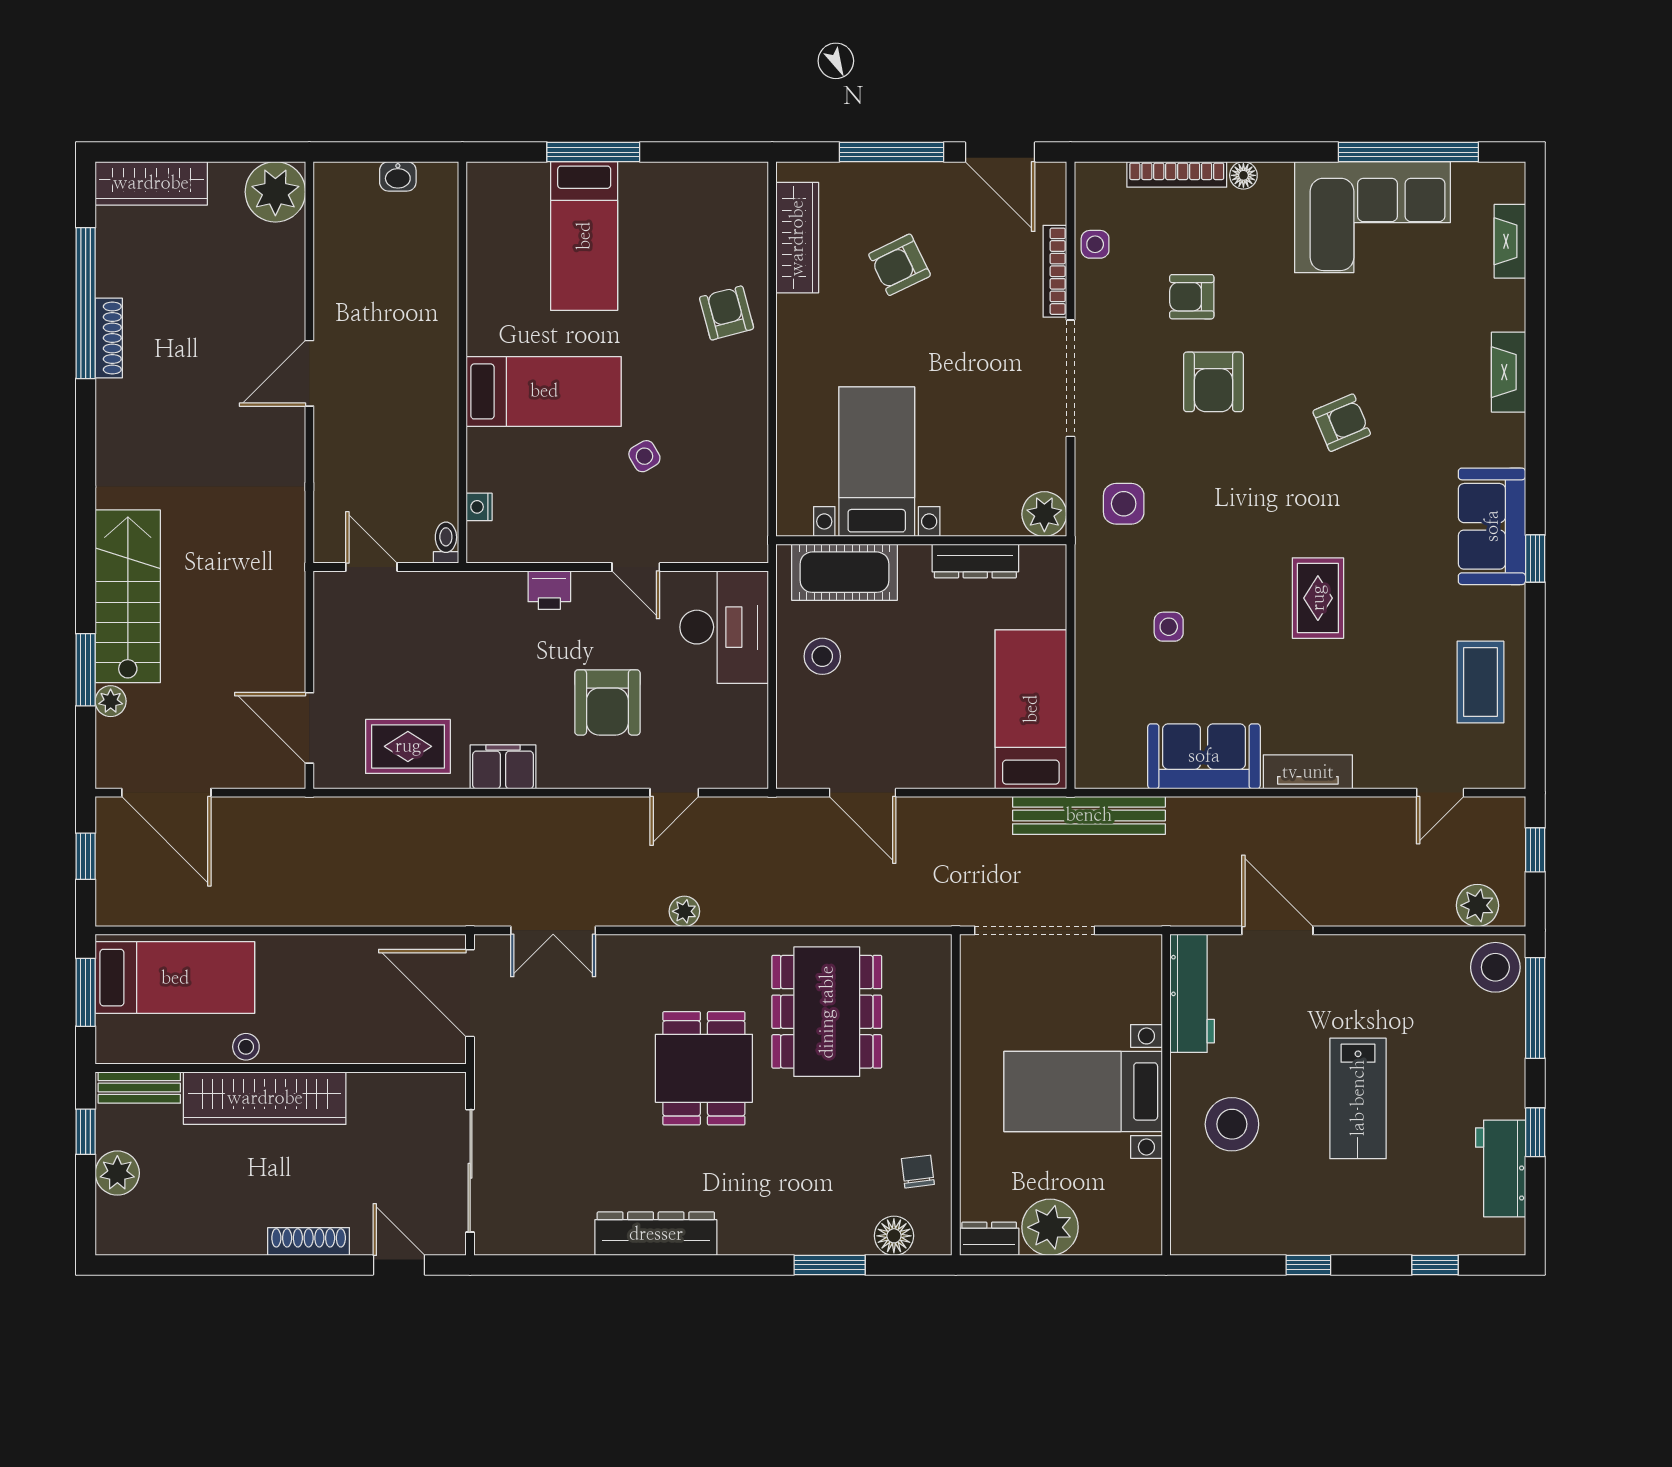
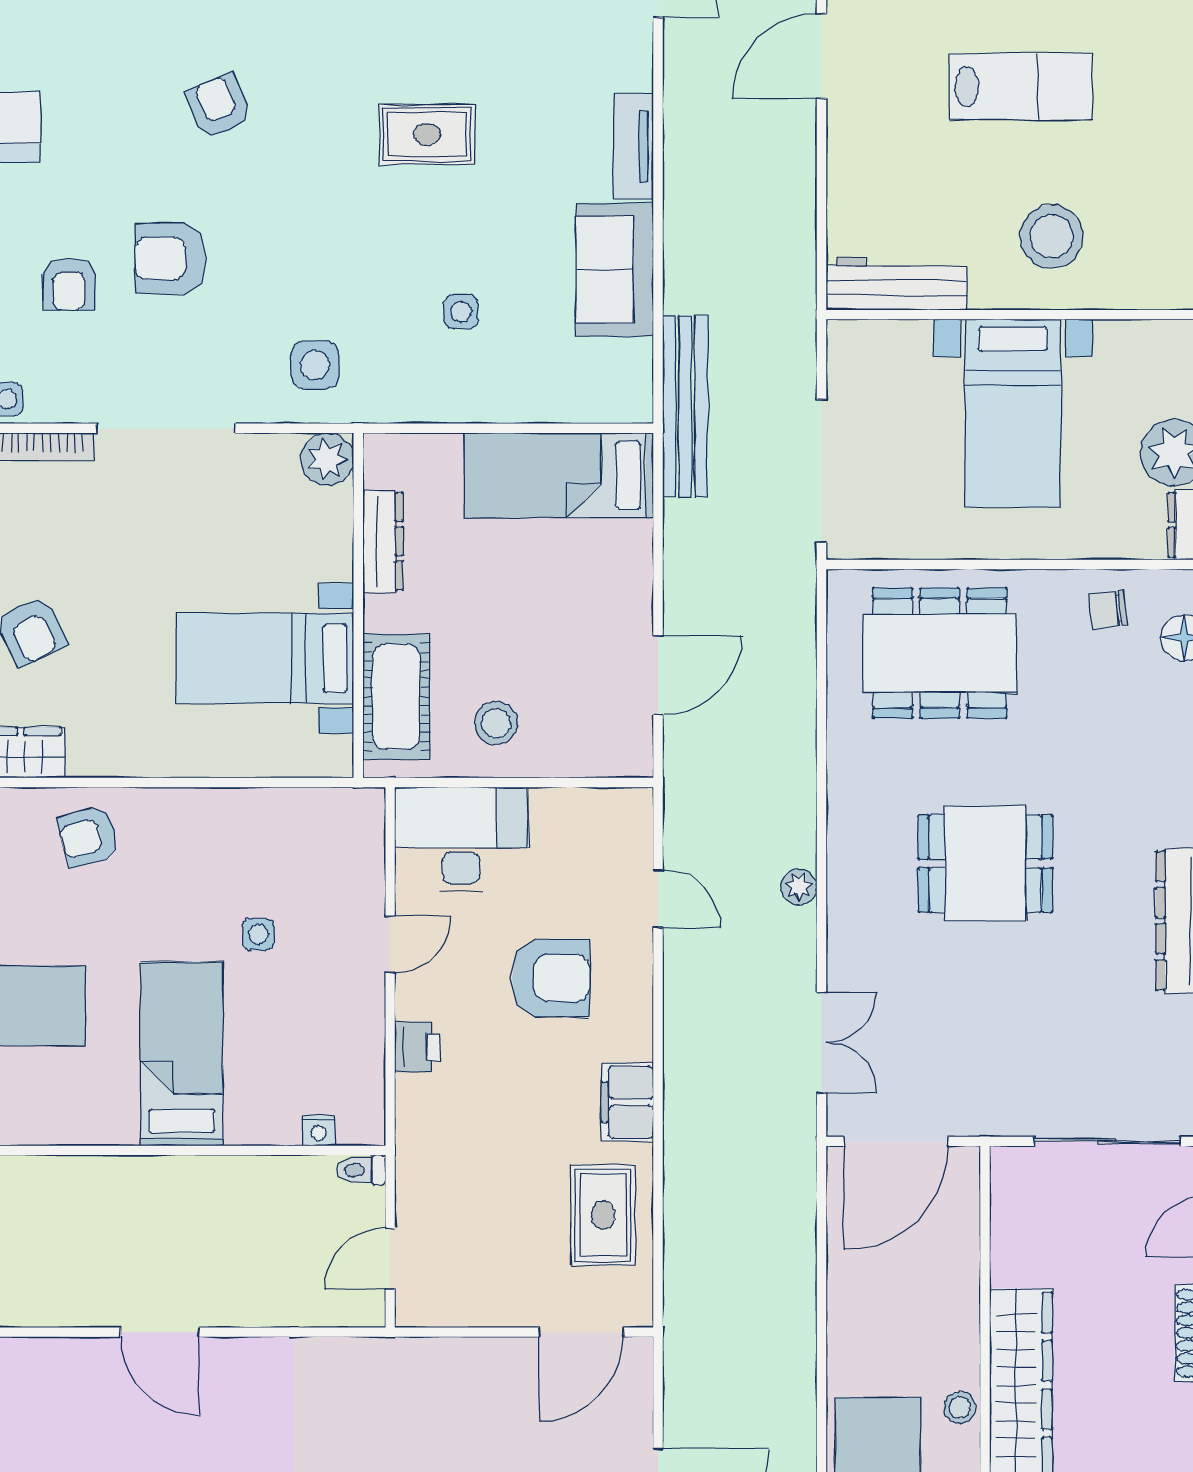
armchair: (1213, 382) -> (170, 258), turned 180
side table: (644, 456) -> (258, 934), turned 30
door: (1277, 930) -> (822, 56), moved
dining table: (827, 1012) -> (940, 653), moved

